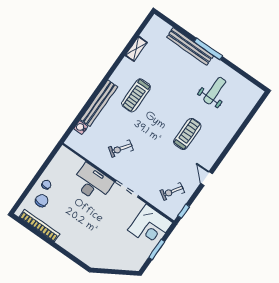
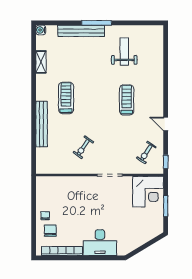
treadmill: (136, 95) -> (66, 98), turned 180
water cooler: (81, 127) -> (41, 30), moved
desk: (92, 183) -> (100, 243), moved, turned 180

